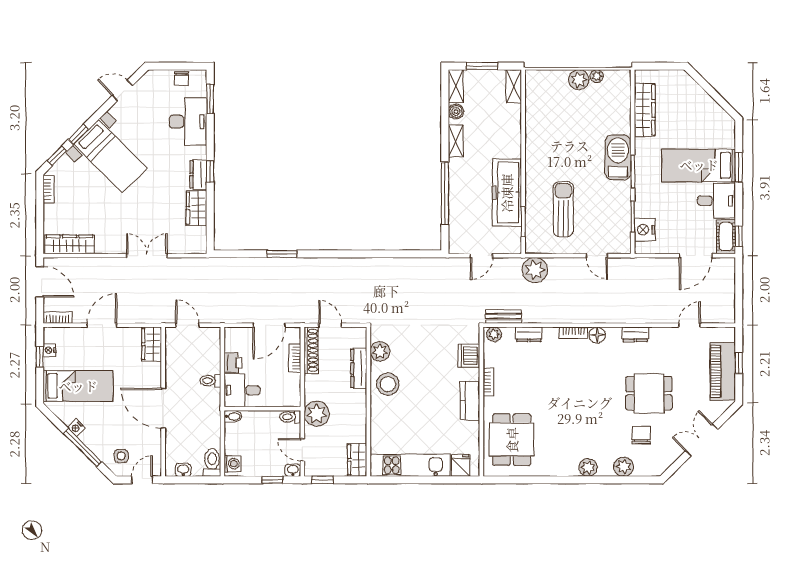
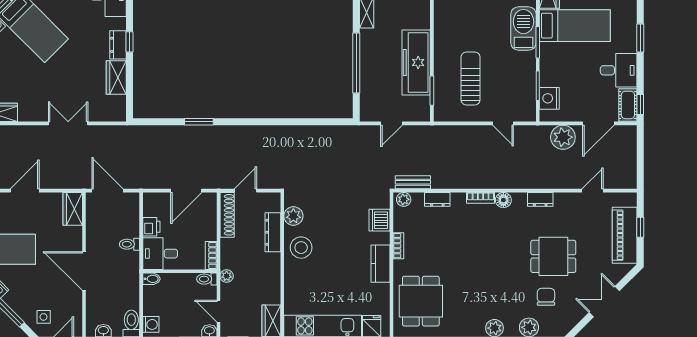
bed: (699, 165) -> (575, 26), moved, turned 180
plant: (535, 270) -> (563, 137), moved
door: (187, 325) -> (107, 191), width x1.38
door: (330, 325) -> (245, 191), hinge flipped
bookcase: (295, 358) -> (211, 255), moved
plant: (317, 414) -> (227, 276), width x0.53, depth x0.53

